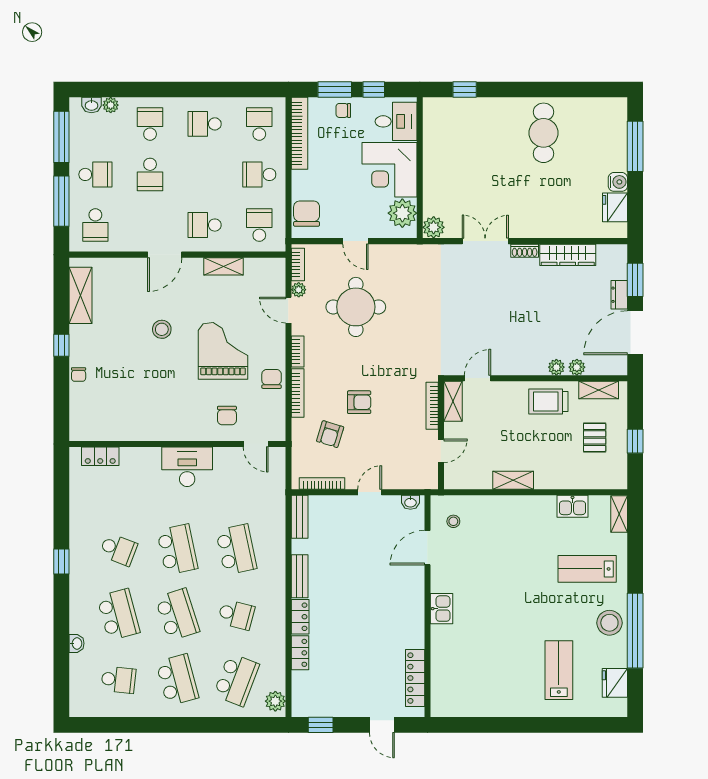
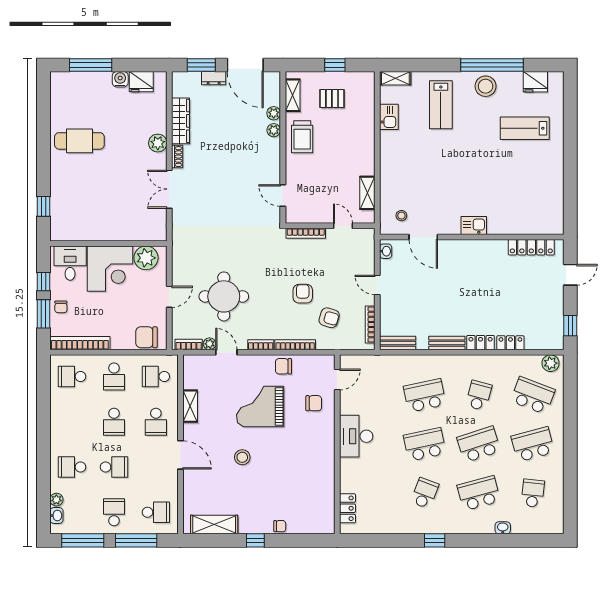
school desk: (205, 124) -> (114, 422), moved
plant: (434, 227) -> (158, 143), moved
door: (288, 310) -> (226, 352), swing flipped
shelving: (453, 401) -> (302, 216), removed
shelving: (513, 480) -> (367, 193), moved

